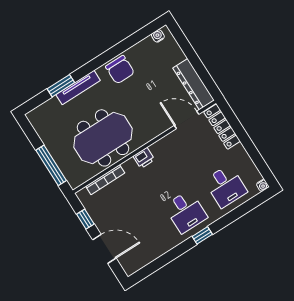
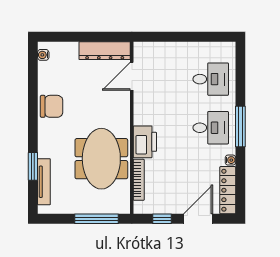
tv unit: (78, 88) -> (44, 182), moved
locker: (222, 127) -> (228, 190), moved, turned 90
printer: (144, 158) -> (145, 142), width x1.87, depth x1.48
water cooler: (263, 185) -> (230, 160), moved
window: (202, 235) -> (240, 126), width x2.17

